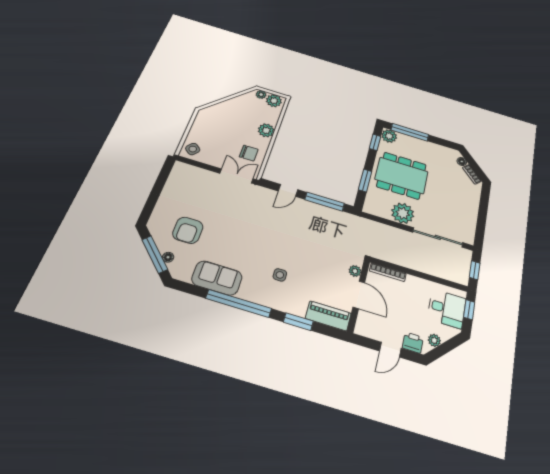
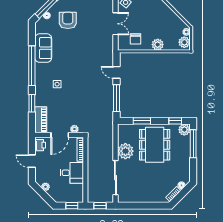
double door: (236, 176) -> (115, 24), moved
armchair: (188, 230) -> (68, 20), turned 90
desk: (447, 309) -> (72, 173), moved, turned -90
printer: (413, 343) -> (40, 145), moved

